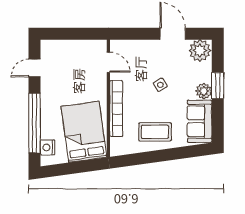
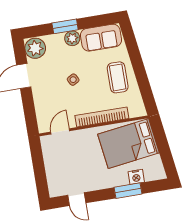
window: (35, 123) -> (128, 191), width x0.47
nightstand: (48, 147) -> (136, 177), moved

